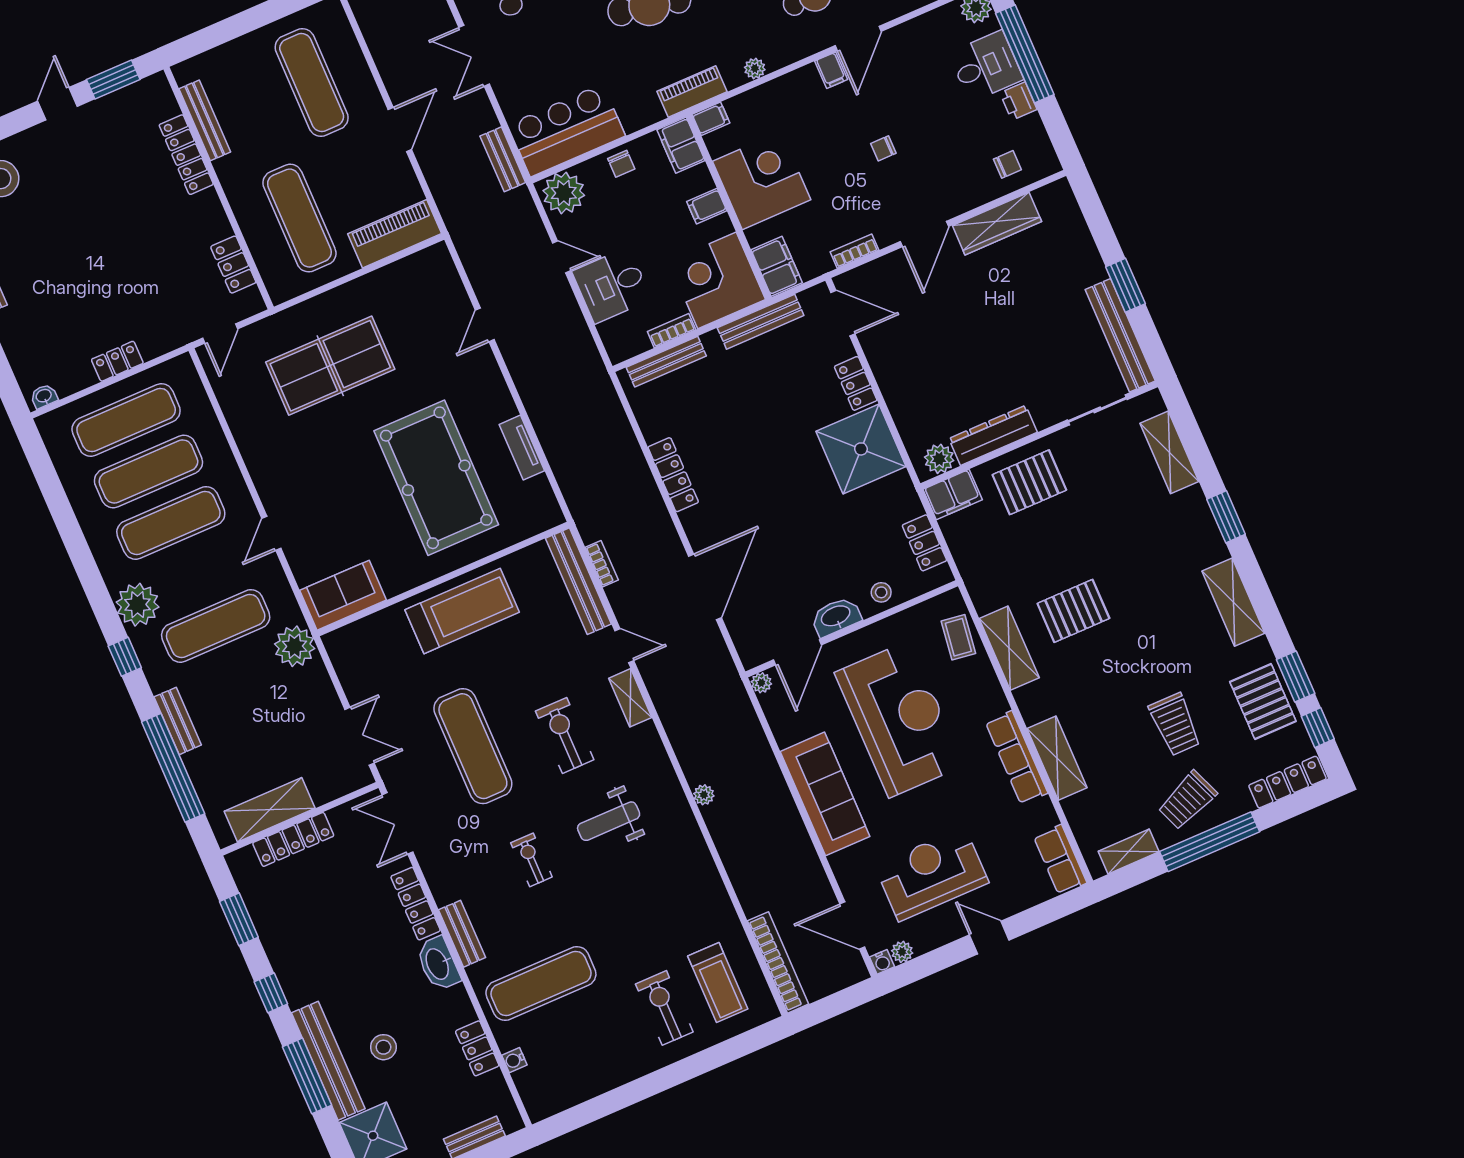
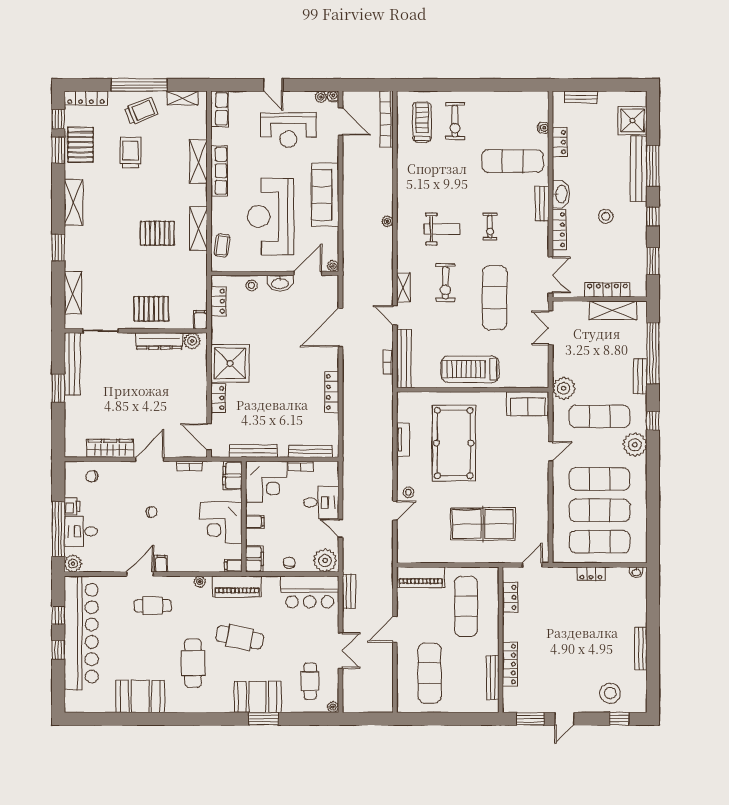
piano: (692, 91) -> (237, 586), width x1.37, depth x1.33
stool: (476, 365) -> (408, 492), added
filing cabinet: (953, 494) -> (200, 320), width x0.50
stool: (383, 1047) -> (606, 216), moved

